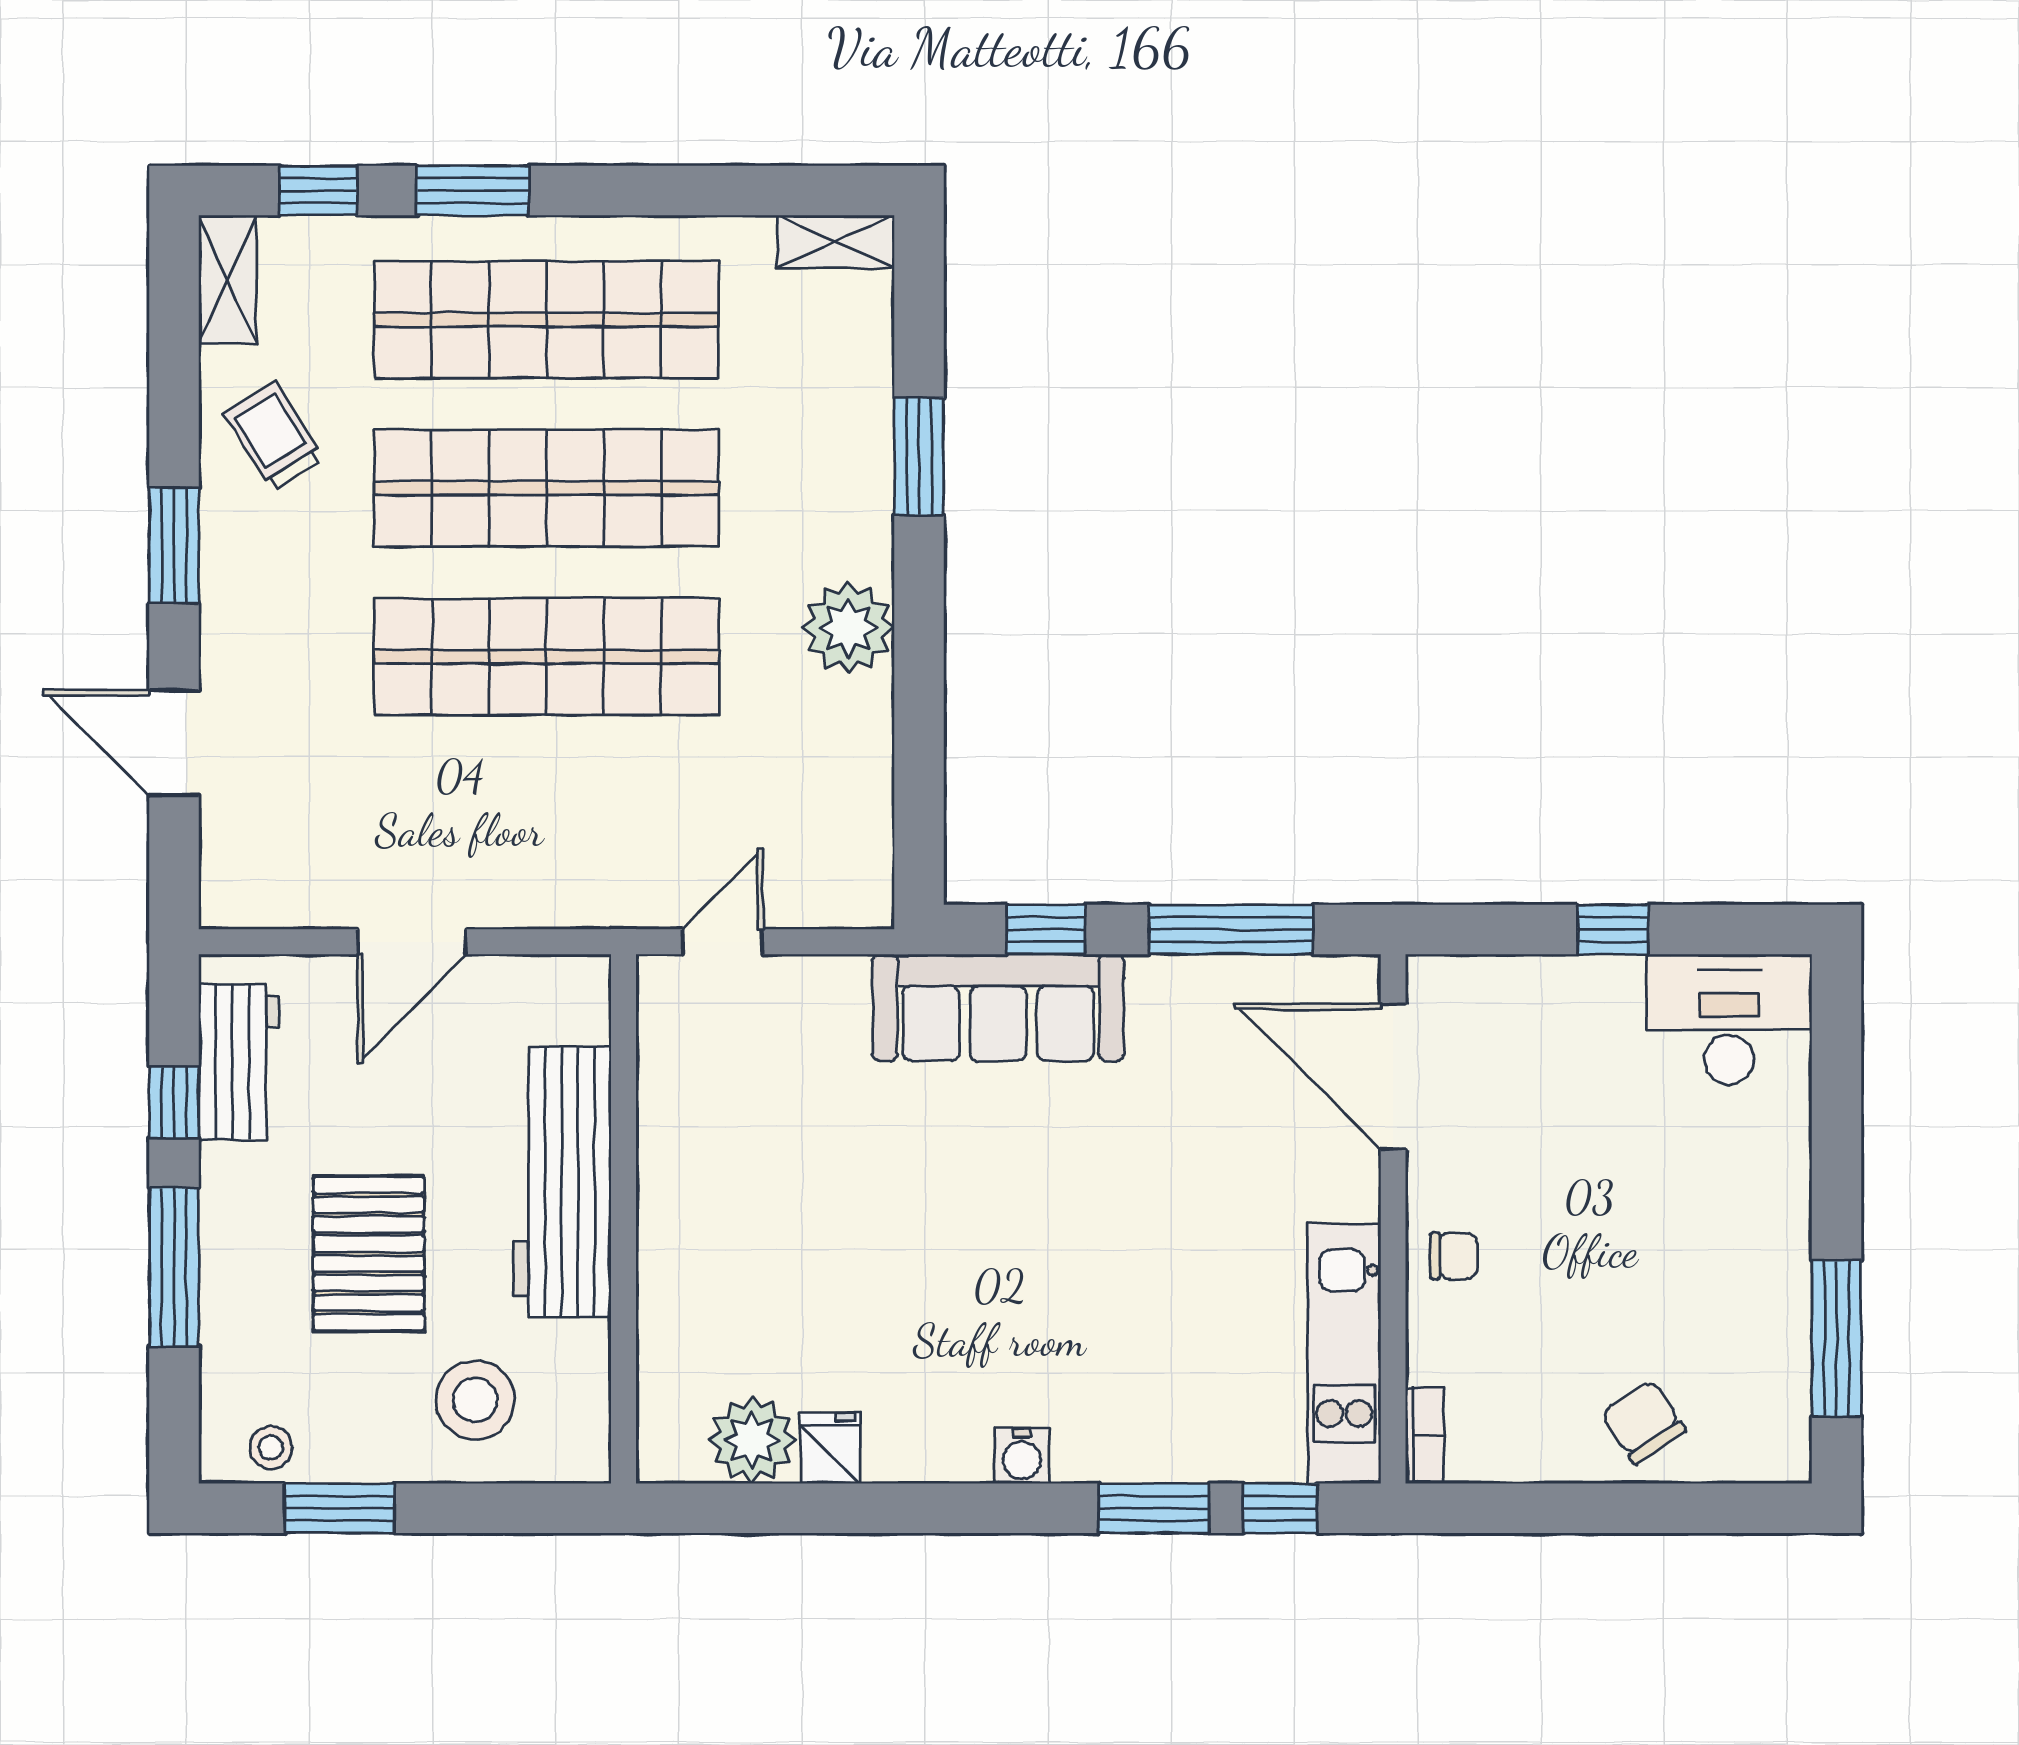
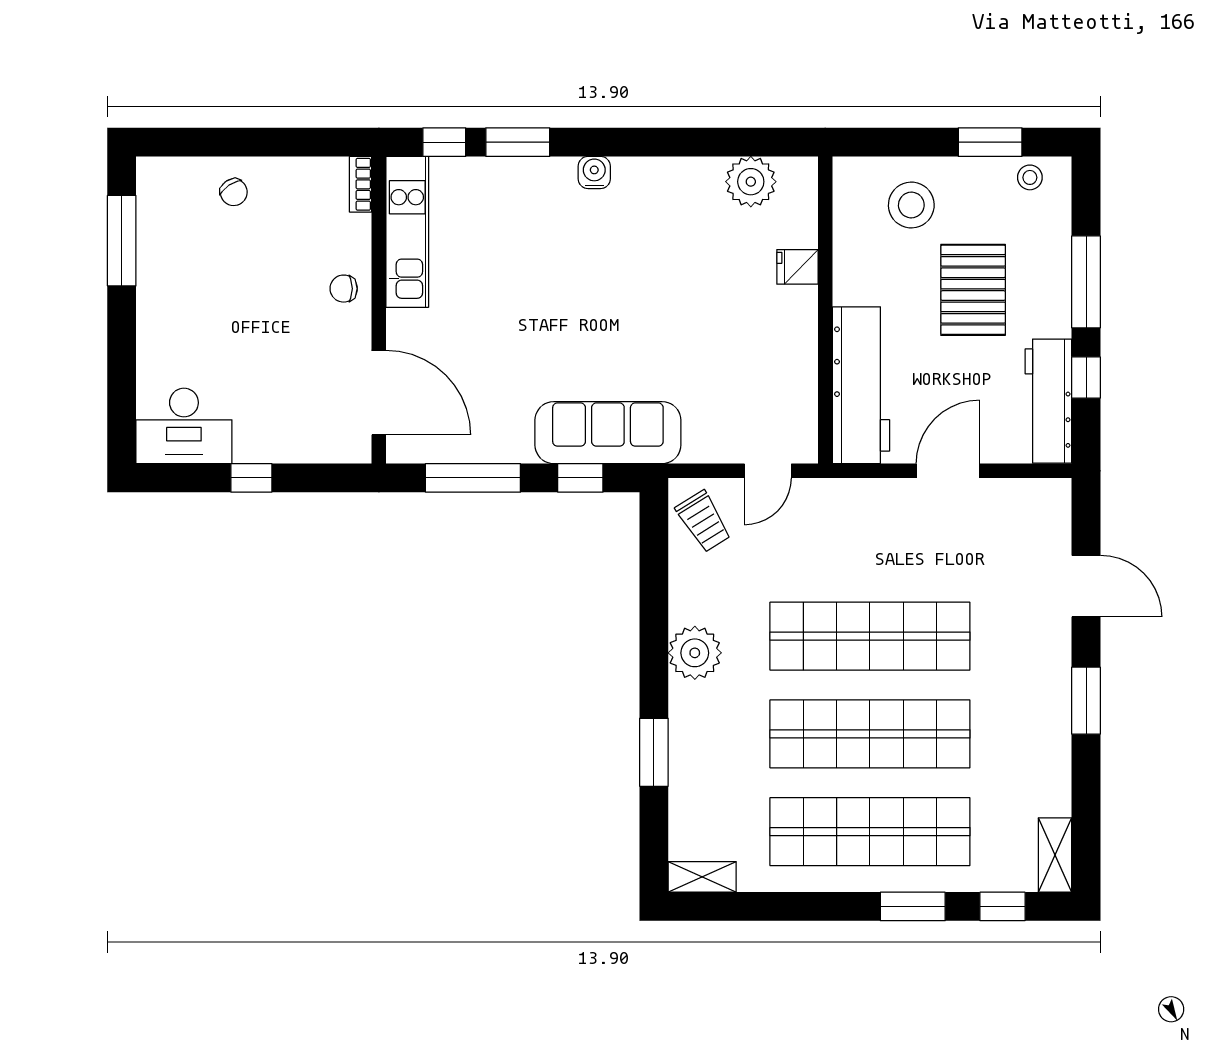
trolley: (274, 436) -> (704, 521), moved
workbench: (239, 1062) -> (1048, 401), width x1.38
workbench: (562, 1182) -> (861, 385), moved
chair: (1643, 1422) -> (234, 192), width x0.73, depth x0.73
fridge: (830, 1448) -> (798, 267), moved, turned 90

